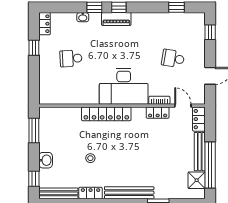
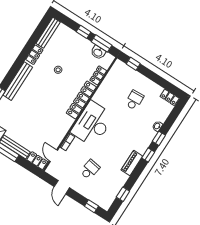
piano: (116, 19) -> (132, 163), moved
window: (34, 48) -> (133, 64), moved
door: (183, 106) -> (53, 156), swing flipped
locker: (158, 113) -> (98, 75), moved
washbasin: (46, 160) -> (98, 52), moved
window: (34, 179) -> (84, 32), moved

